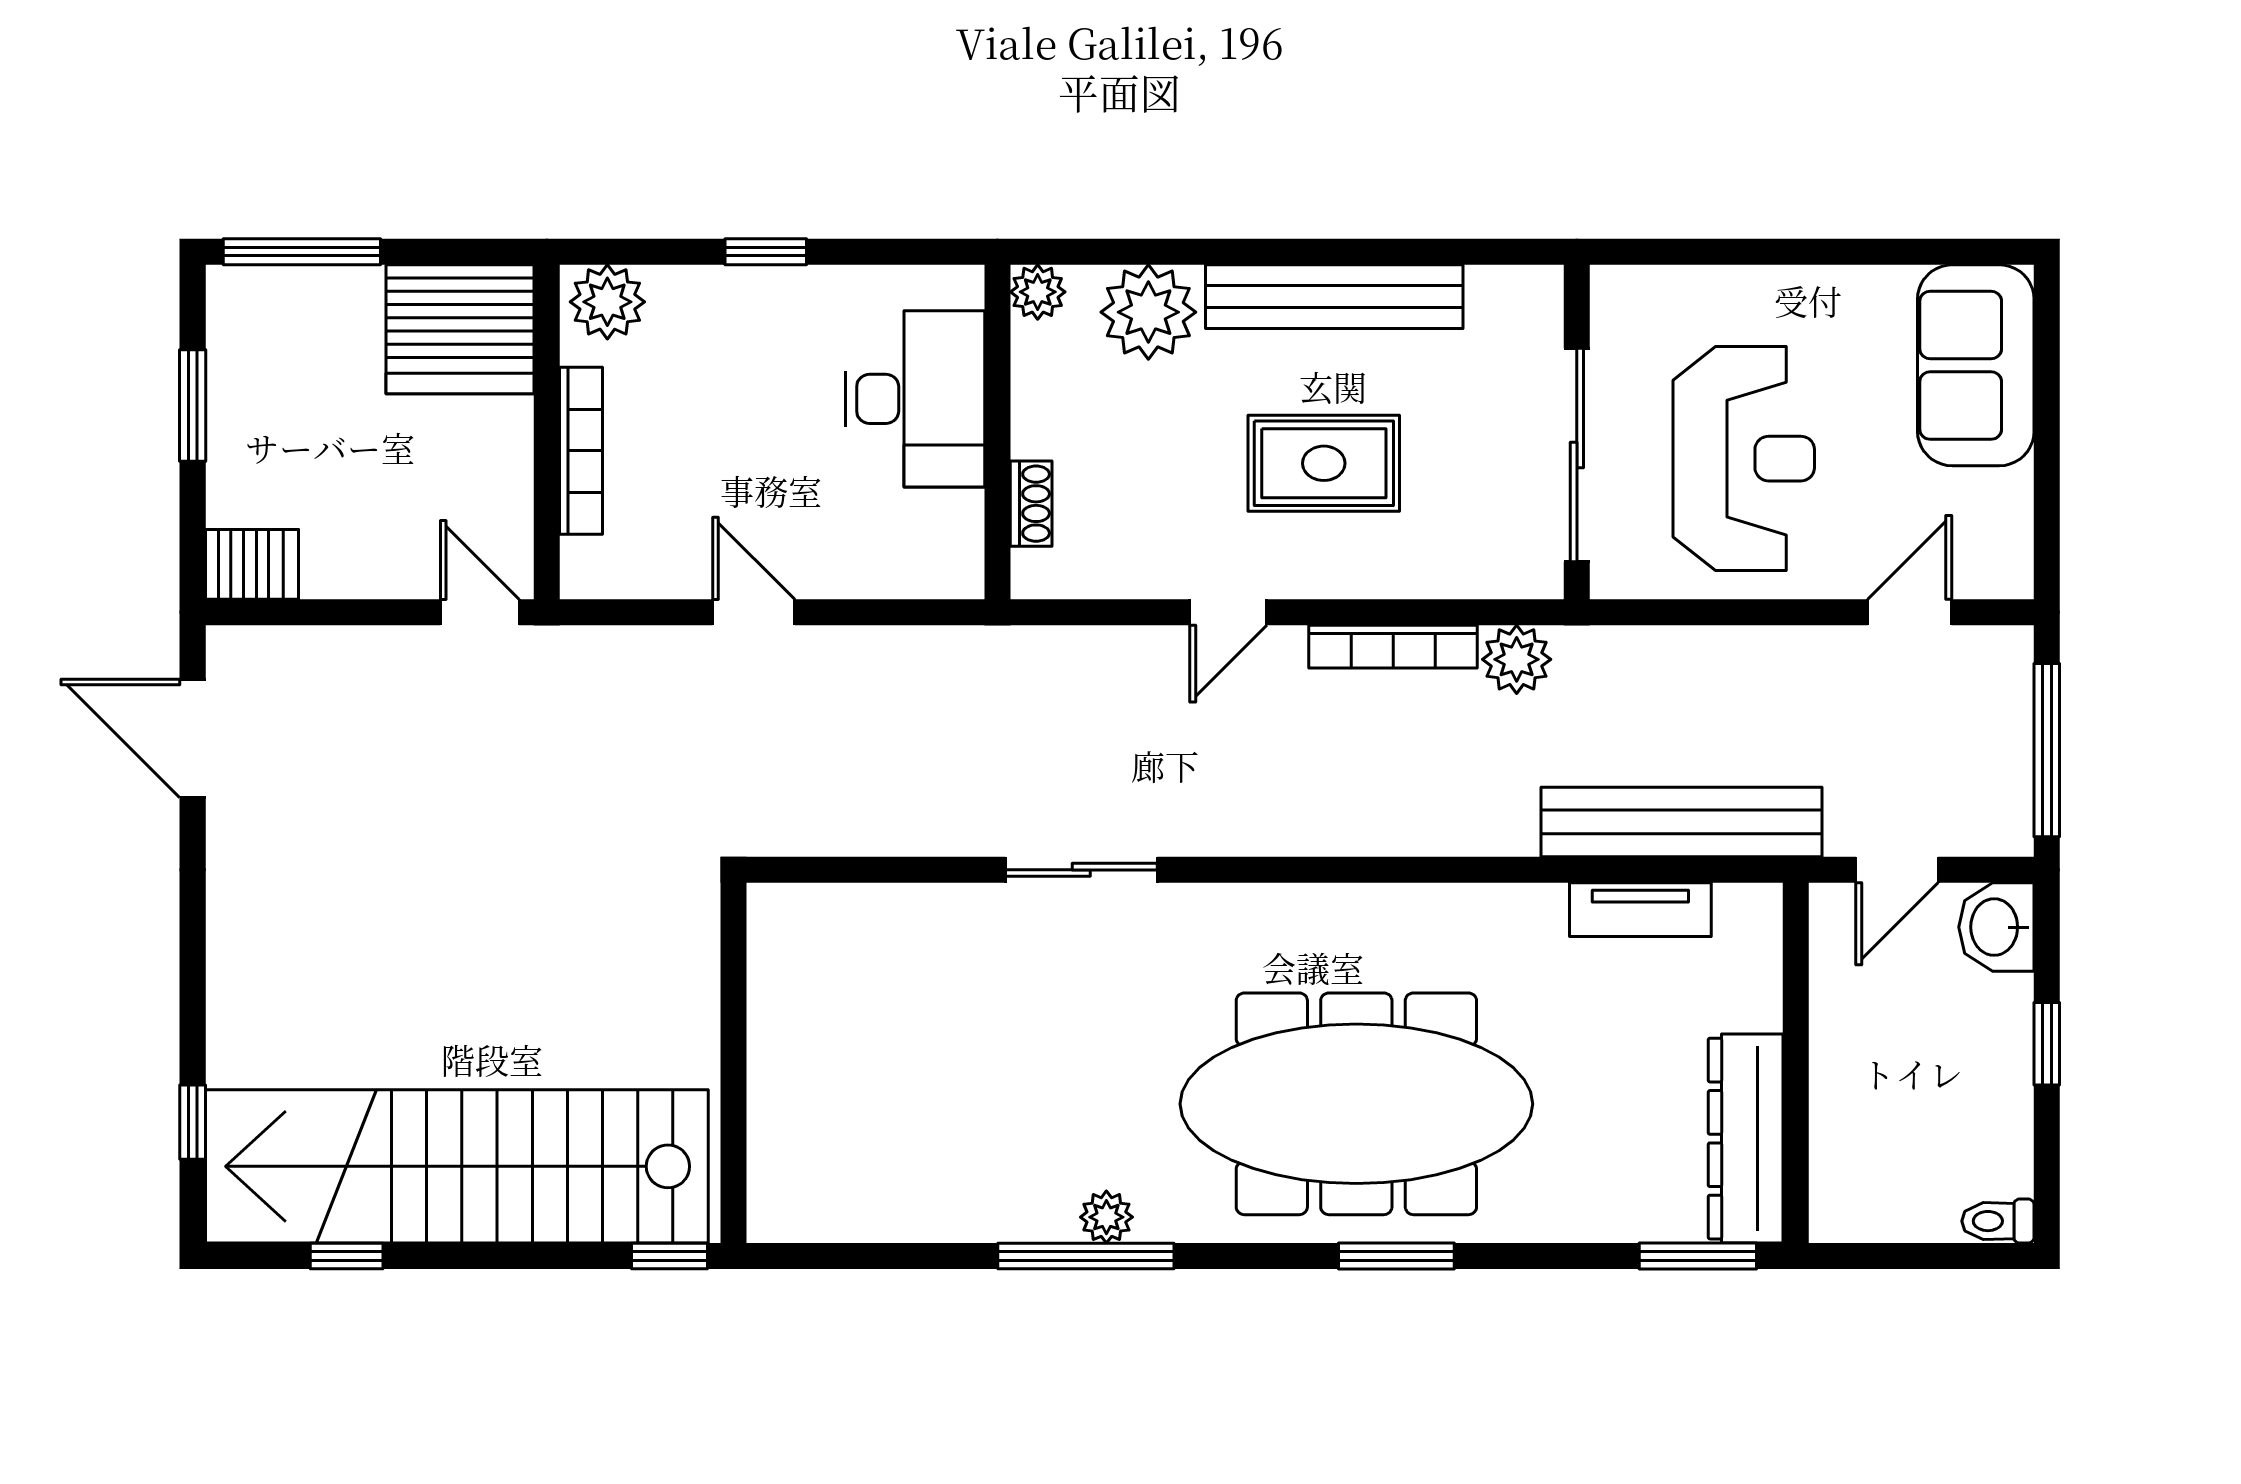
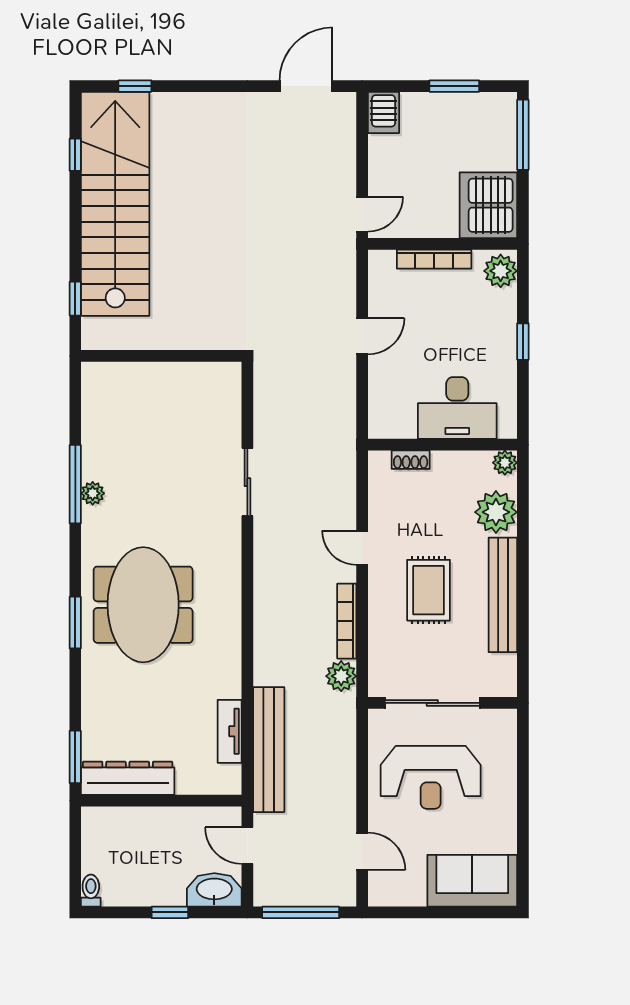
washbasin: (1996, 927) -> (214, 890), width x1.38
wall: (733, 1063) -> (161, 356), moved
meeting table: (1356, 1104) -> (143, 605), width x0.73

